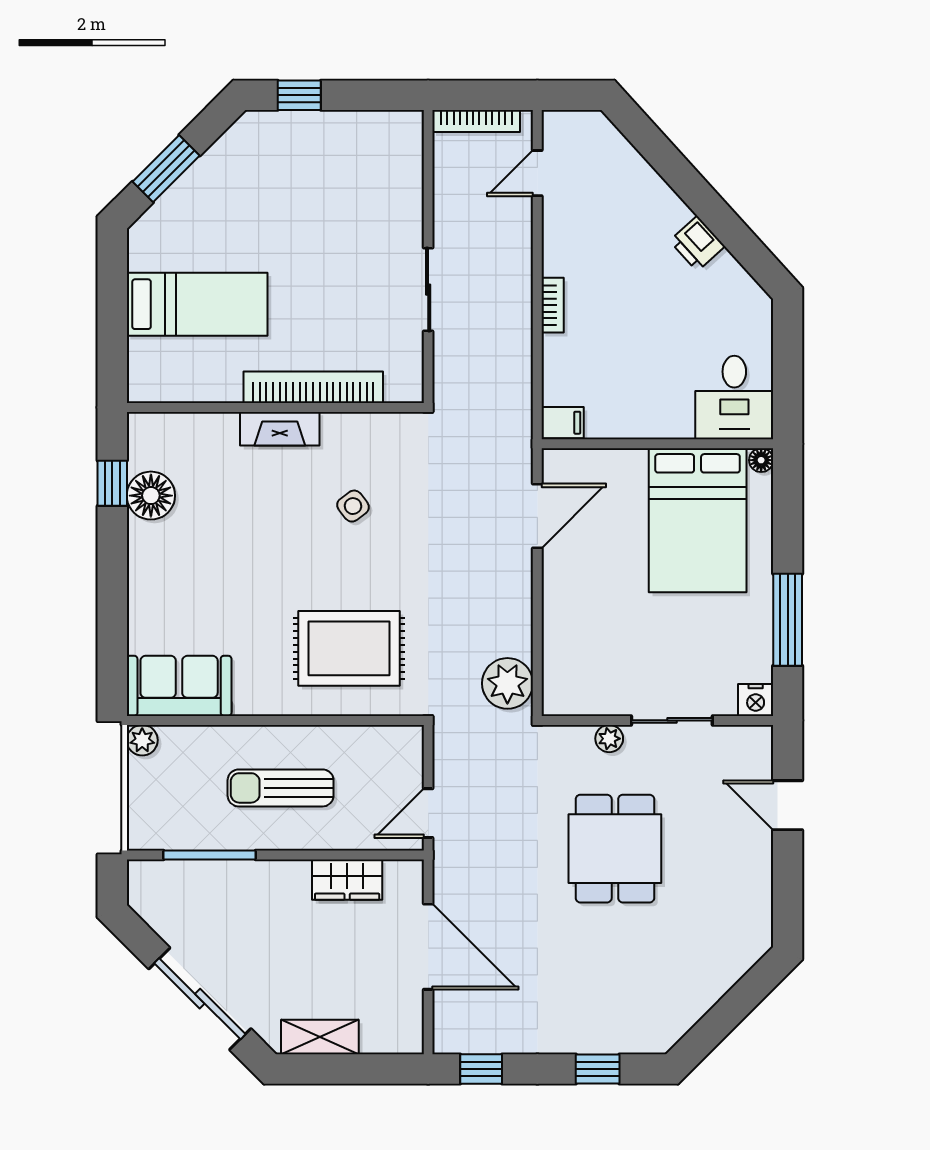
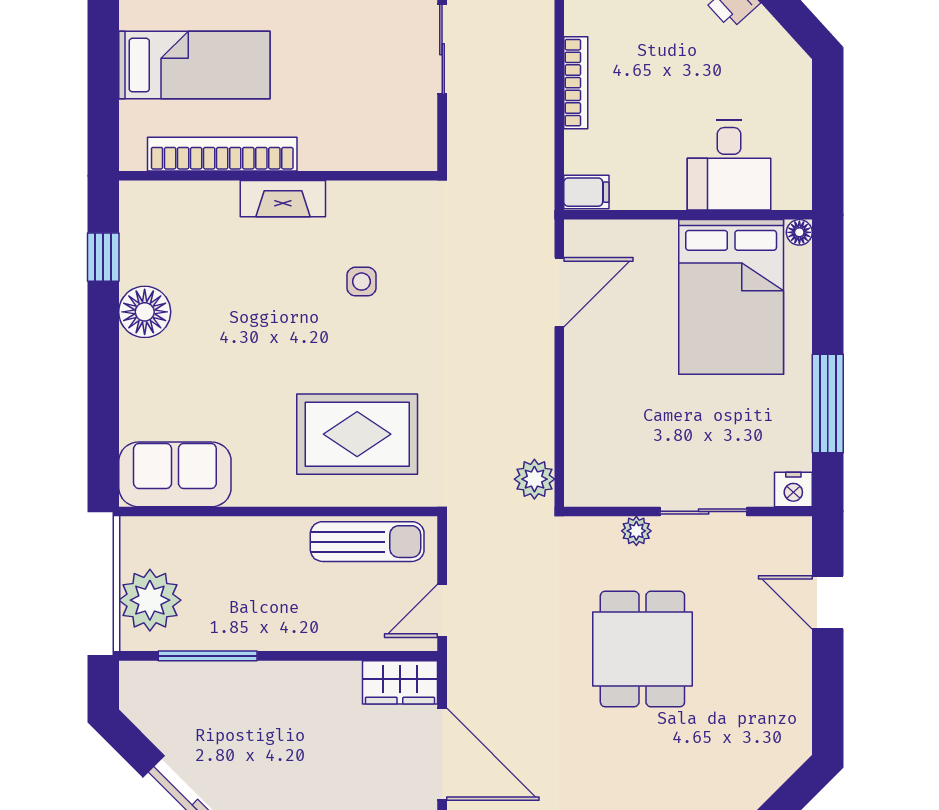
bookcase: (553, 305) -> (576, 83), width x1.56
bookcase: (313, 387) -> (222, 154), moved
desk: (734, 398) -> (729, 165), moved
floor lamp: (151, 496) -> (145, 312), moved
side table: (353, 506) -> (361, 282), turned 37
plant: (507, 683) -> (534, 479), width x0.73, depth x0.73
plant: (142, 740) -> (150, 600), moved, width x1.88, depth x1.88
sun lounger: (281, 788) -> (367, 542), moved, turned 180
wardrobe: (347, 880) -> (400, 682), moved

